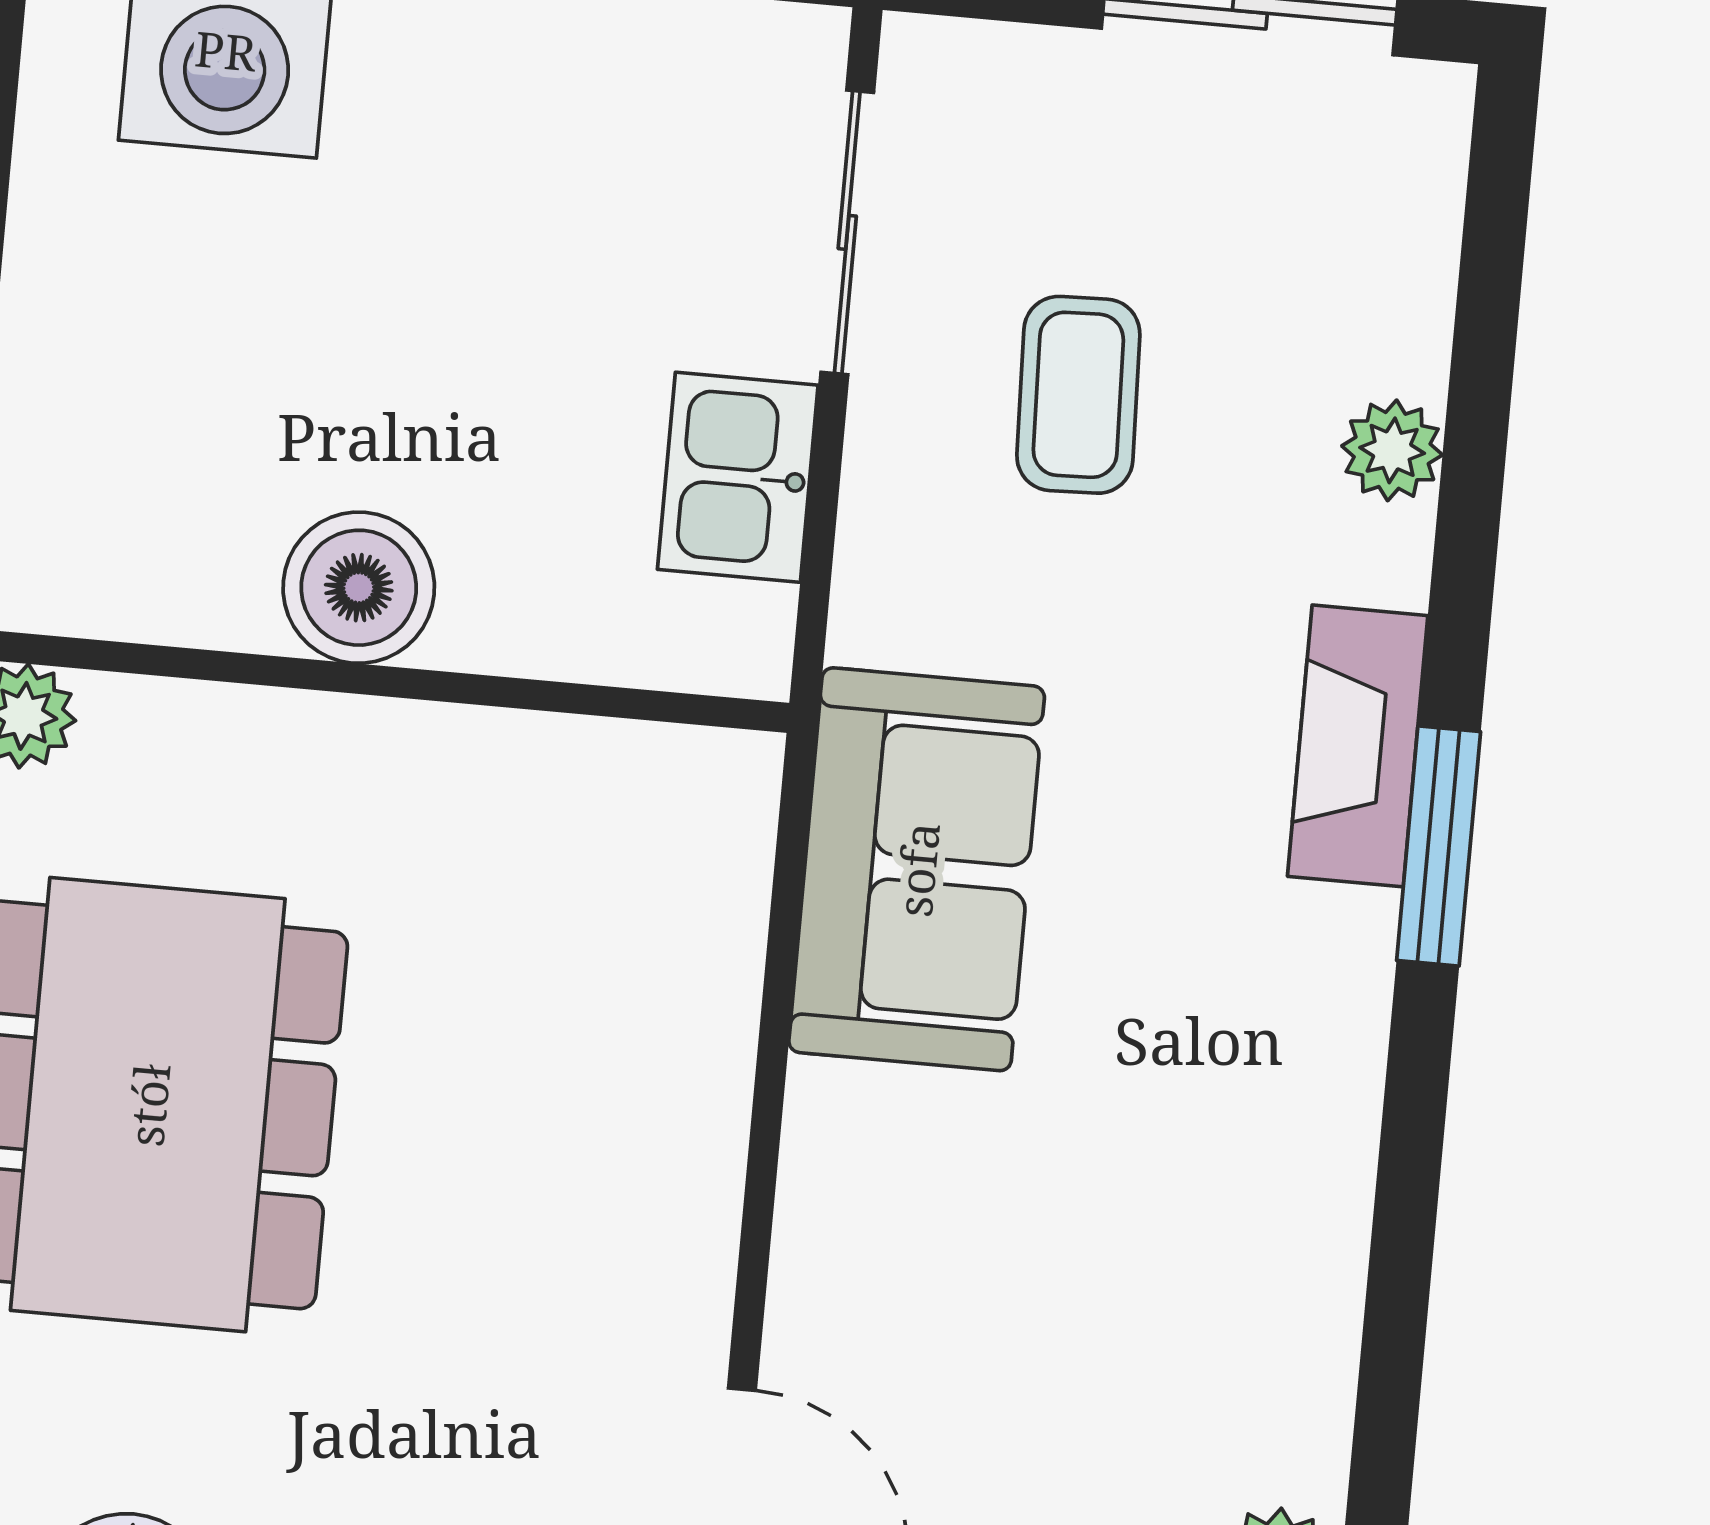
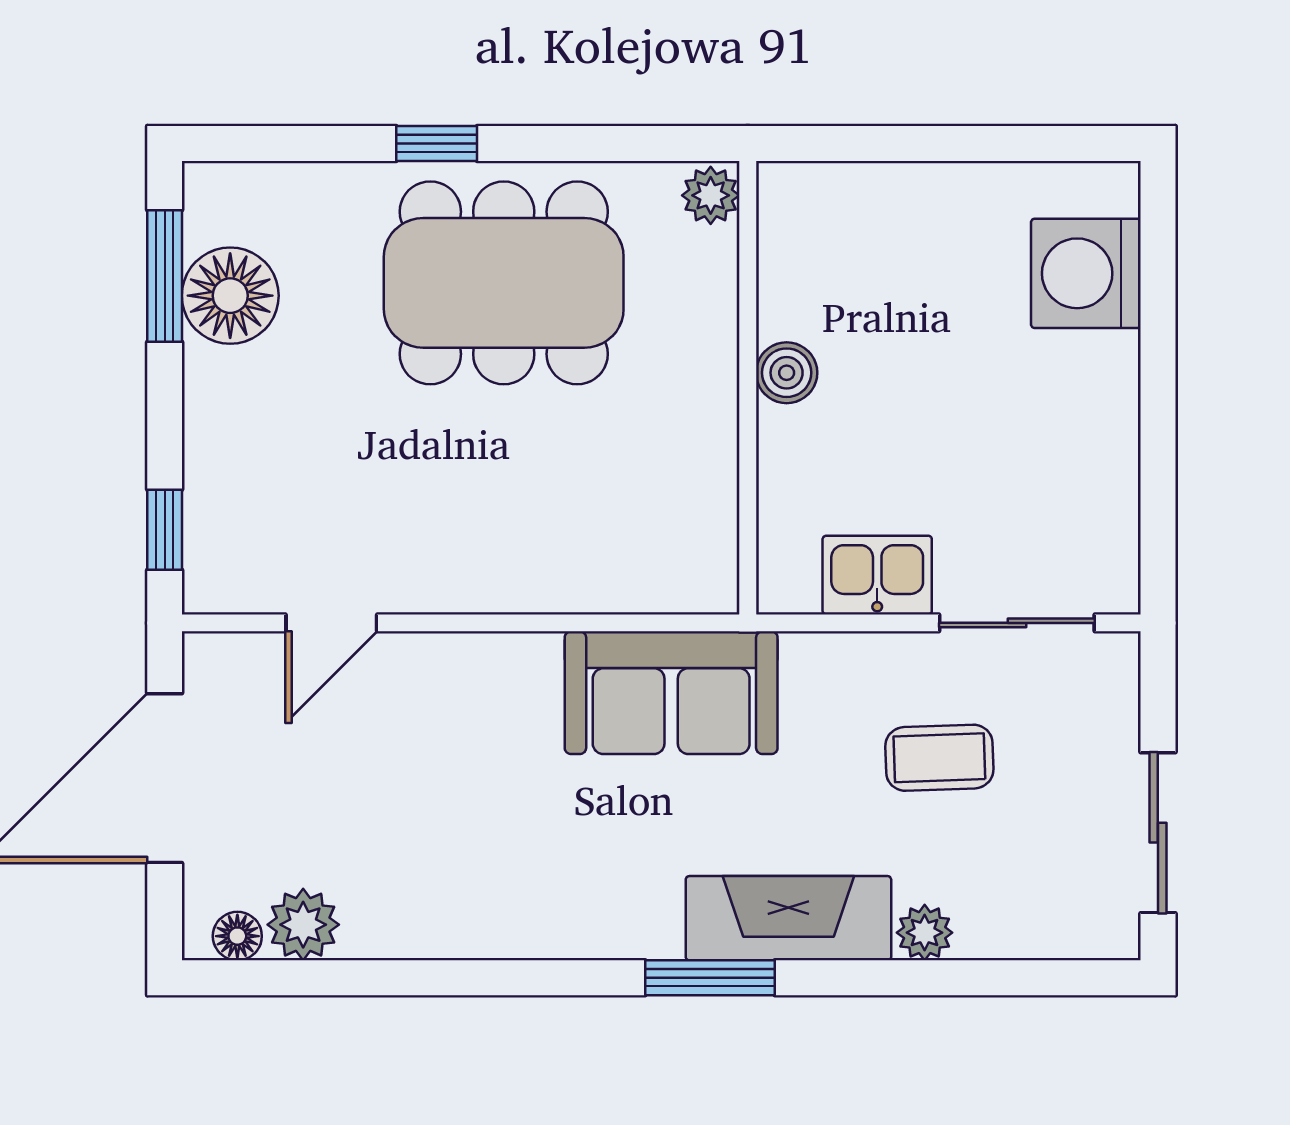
boiler: (359, 588) -> (787, 373), width x0.73, depth x0.73
fireplace: (1358, 746) -> (788, 918), width x1.37, depth x1.32

